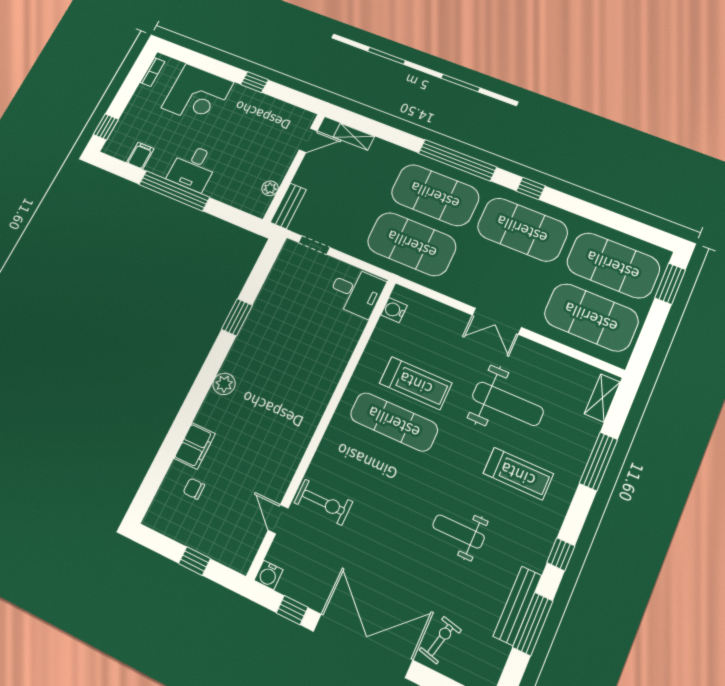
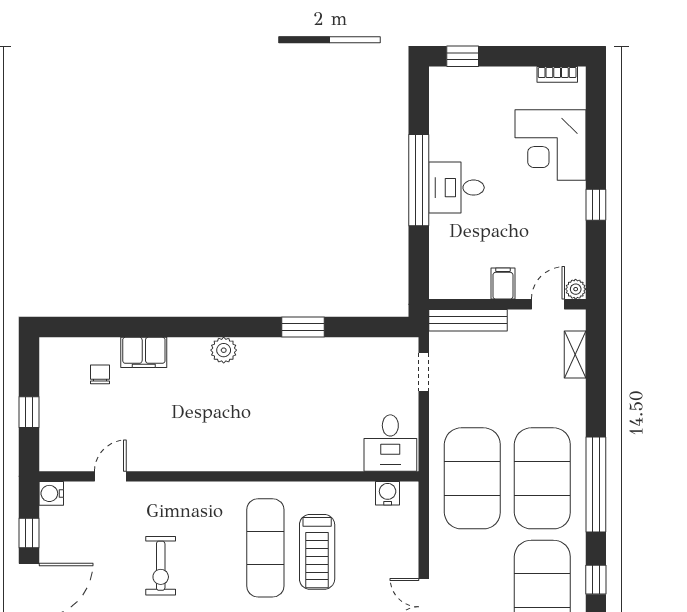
door: (308, 140) -> (548, 304), swing flipped
filing cabinet: (140, 156) -> (503, 283), moved, turned -90
plant: (270, 188) -> (576, 289), moved
bench: (288, 206) -> (468, 320), width x1.36
exercise bike: (323, 502) -> (161, 566), moved

